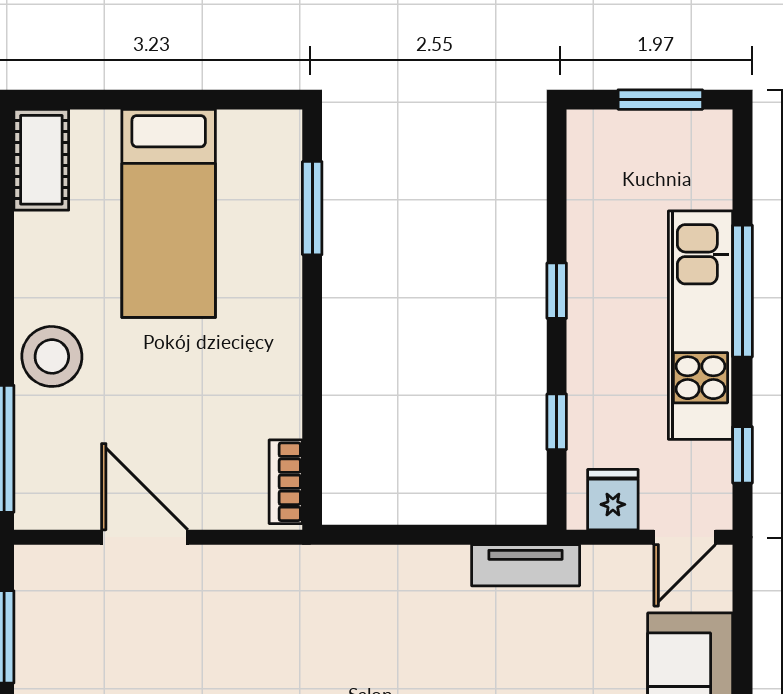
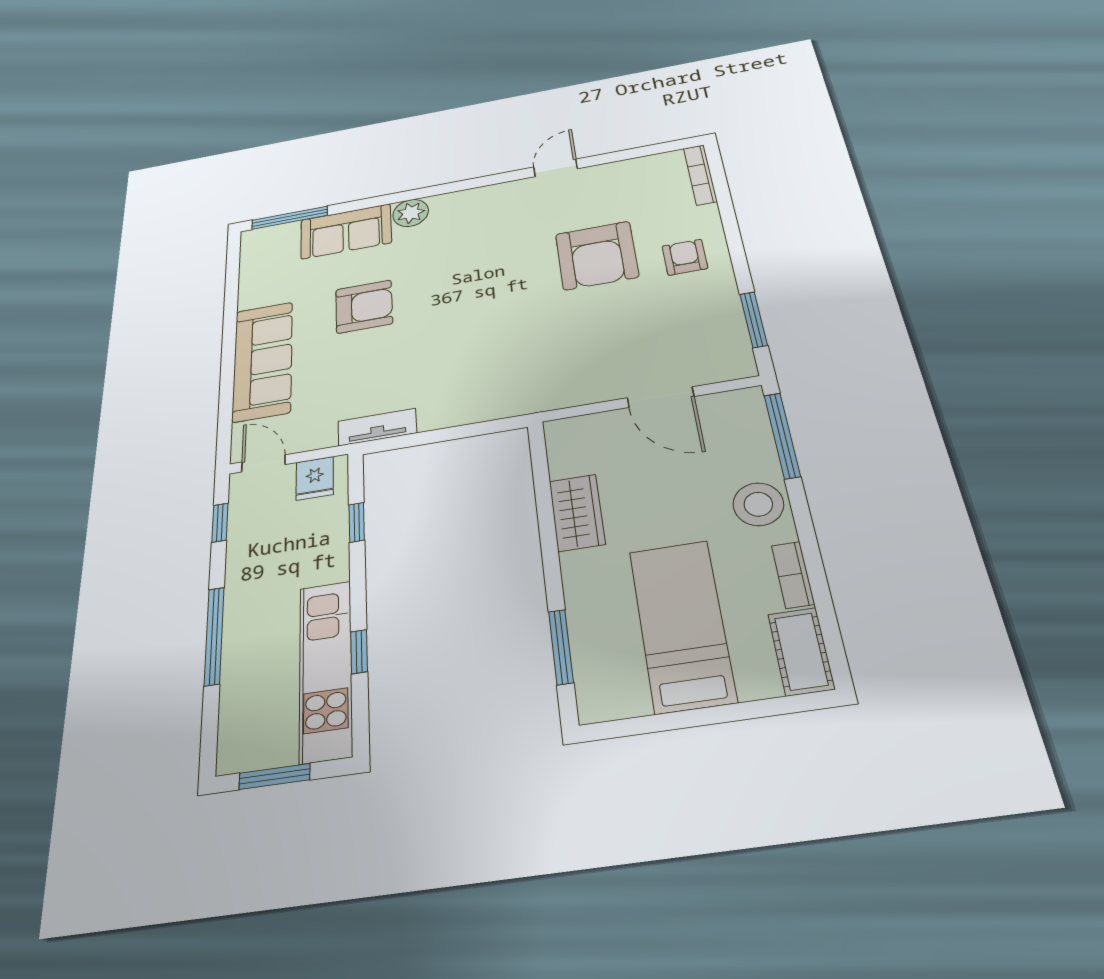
window: (557, 291) -> (359, 652), moved
kitchen unit: (701, 325) -> (326, 669), moved, turned 180
wardrobe: (273, 385) -> (577, 513), added
bookcase: (286, 482) -> (793, 575), moved, turned 180
door: (685, 537) -> (263, 463), hinge flipped

